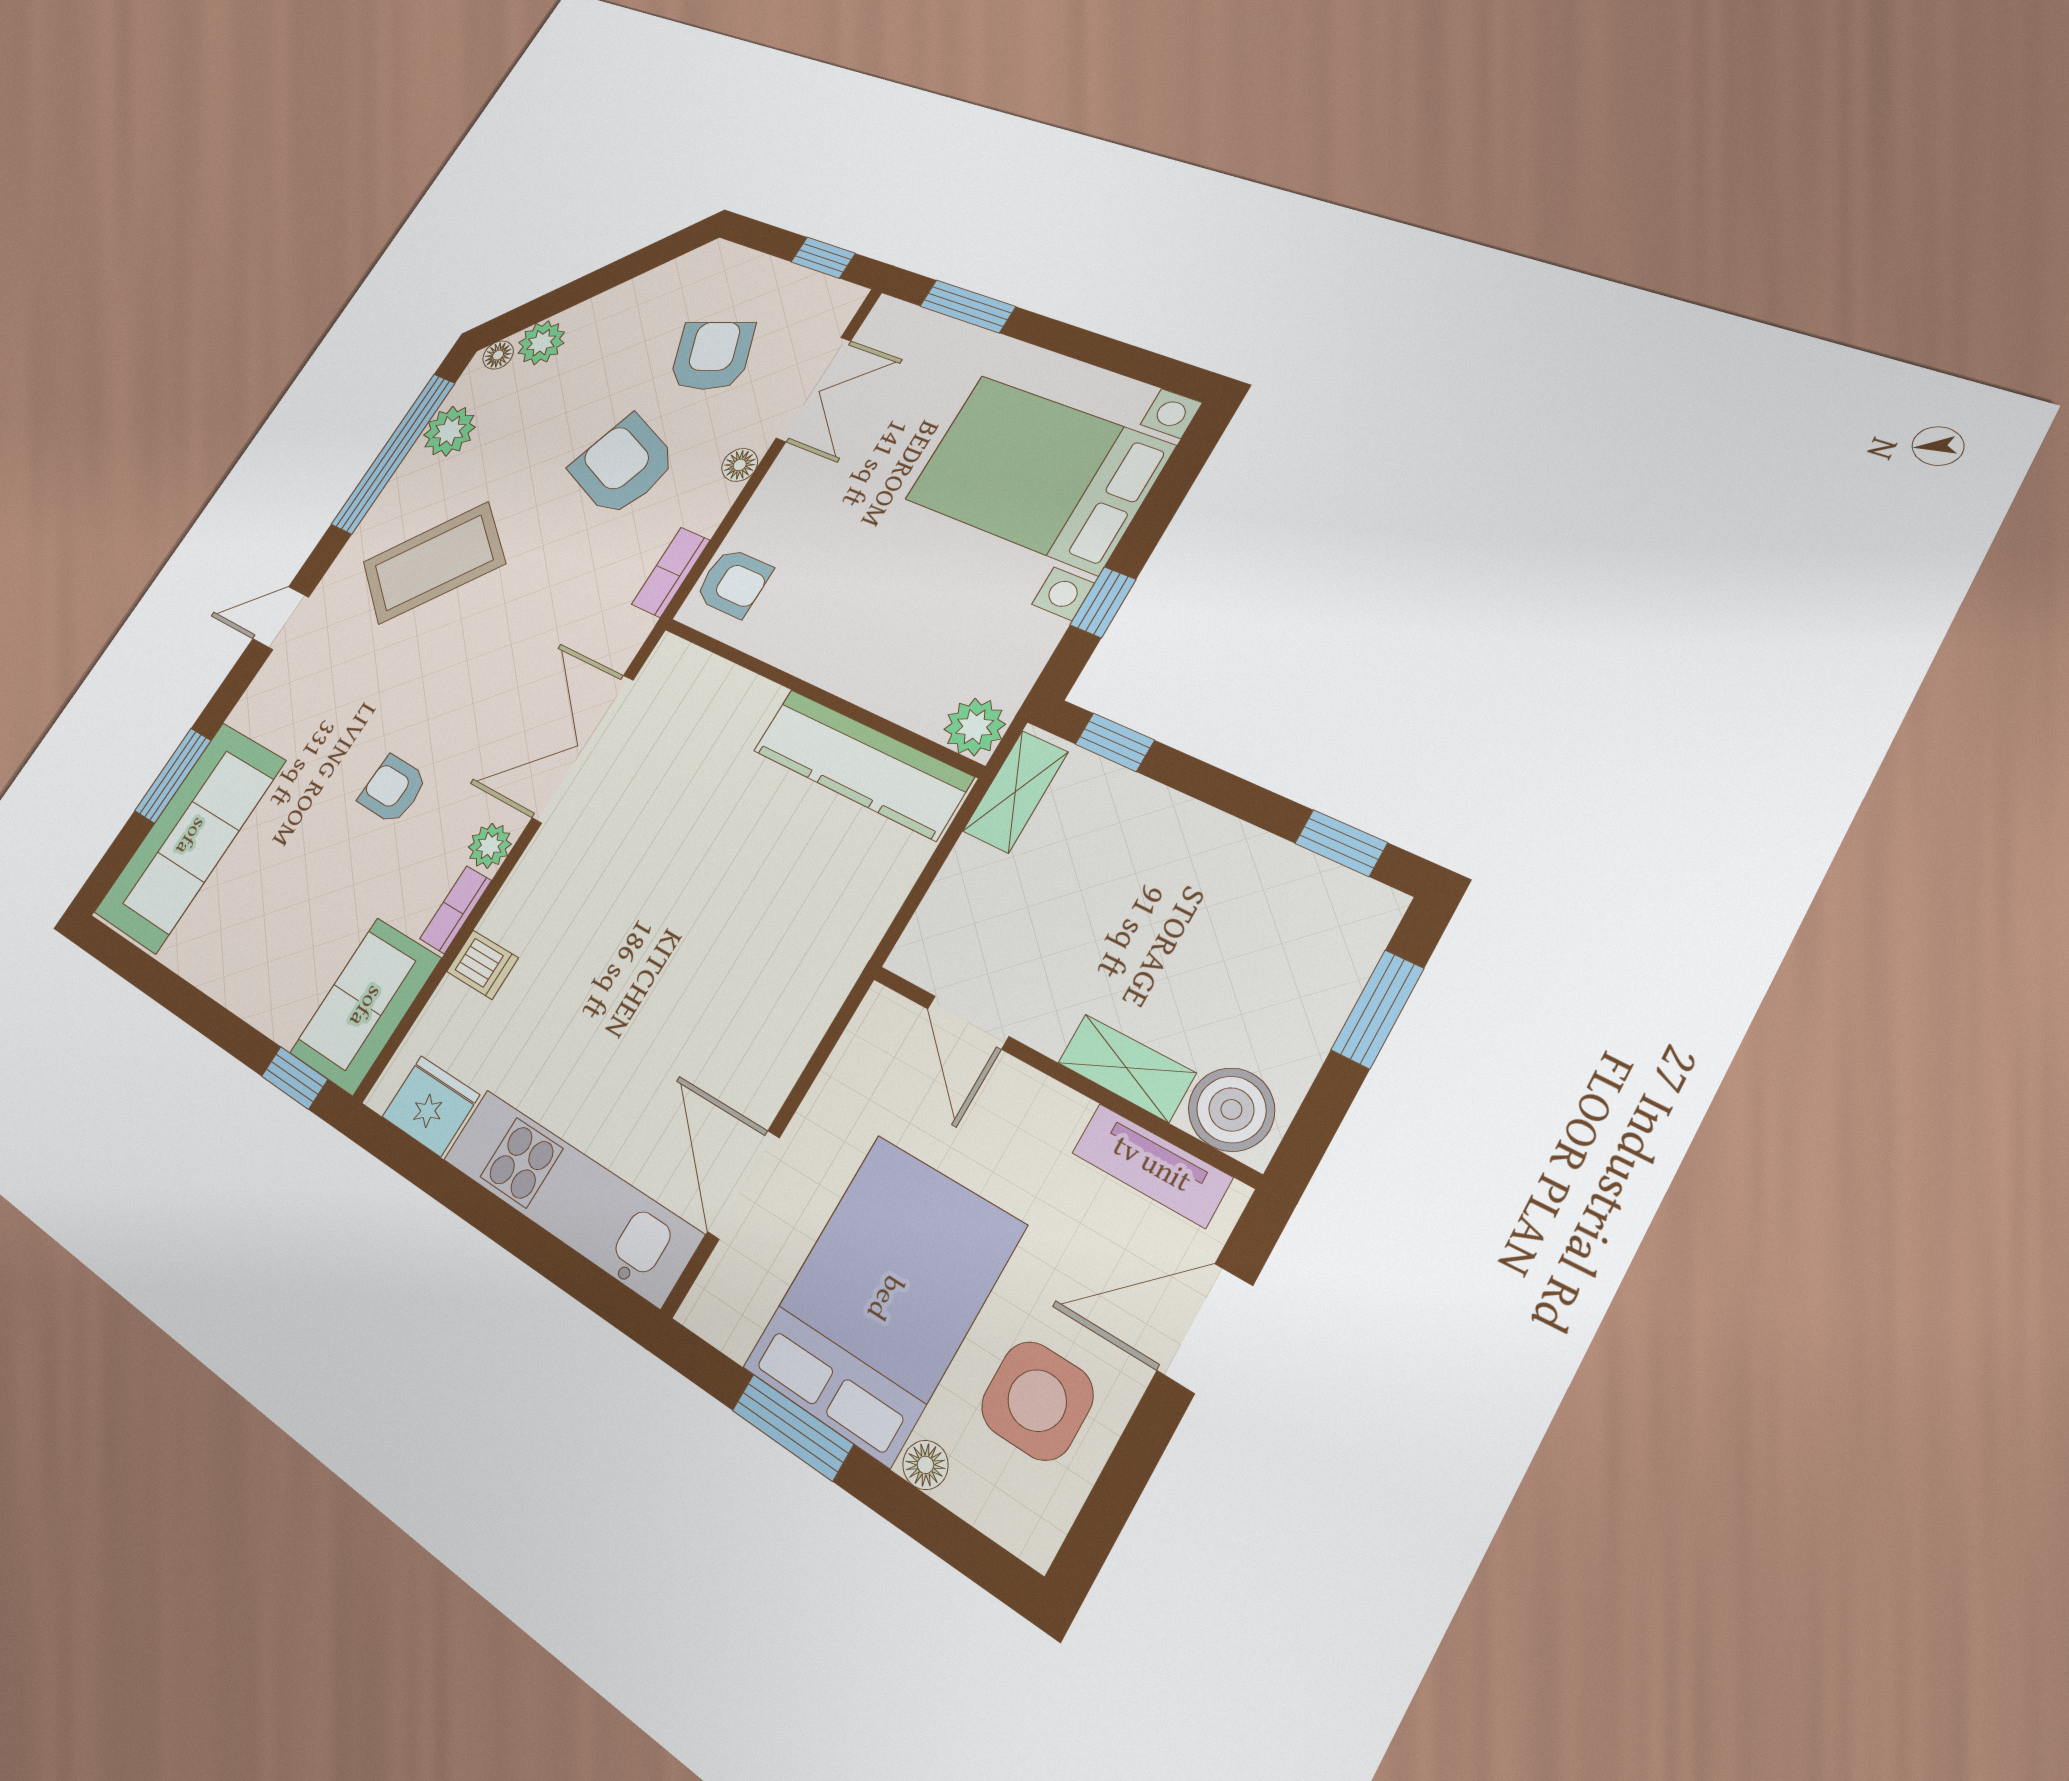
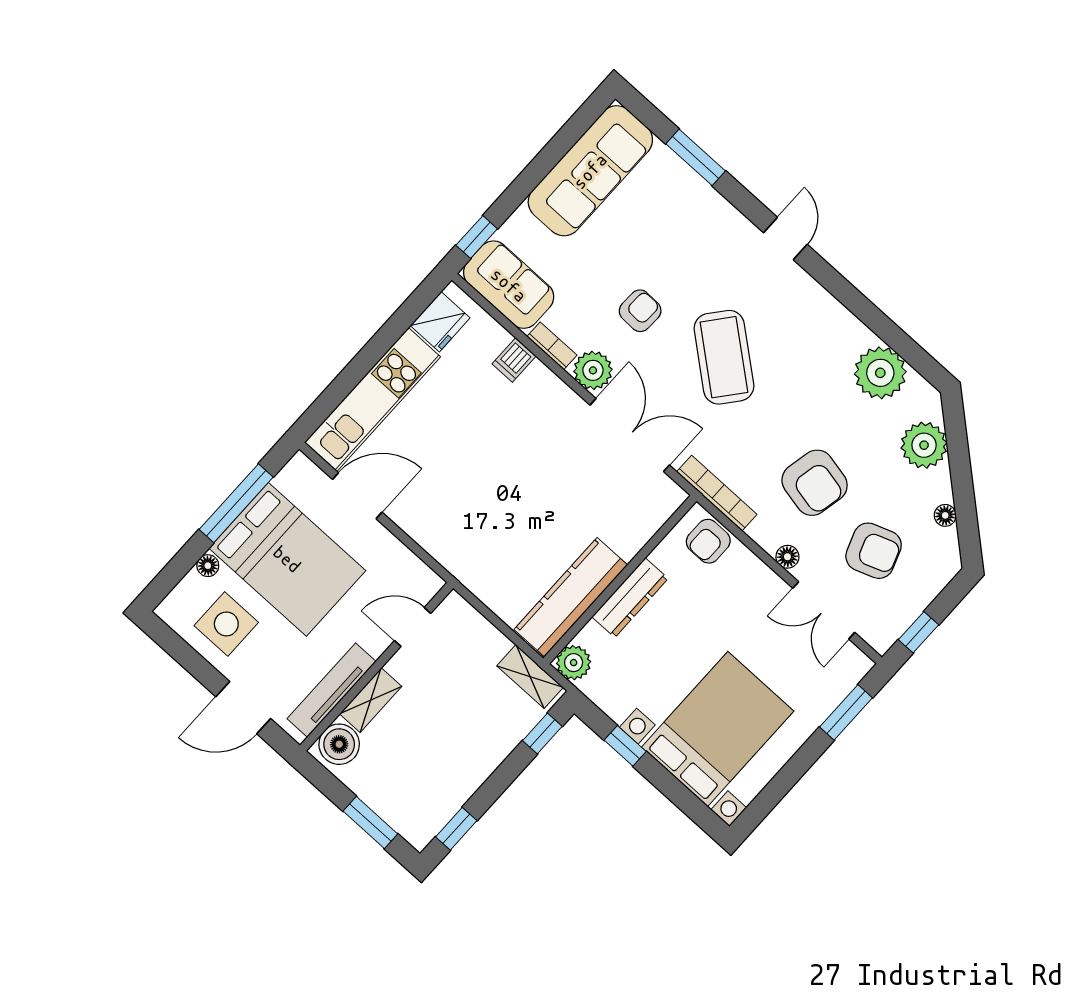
plant: (541, 343) -> (924, 445), width x1.36, depth x1.36
floor lamp: (498, 355) -> (945, 515), moved
plant: (449, 431) -> (880, 373), width x1.36, depth x1.36
window: (393, 453) -> (883, 326), removed
armchair: (623, 466) -> (815, 483), turned 81
coffee table: (434, 563) -> (724, 357), moved
bookcase: (671, 572) -> (717, 493), width x1.56
dresser: (845, 671) -> (630, 598), added
sofa: (190, 836) -> (590, 171), moved, turned -90
plant: (490, 846) -> (593, 370), width x1.38, depth x1.38
tv unit: (1152, 1165) -> (332, 690), width x1.41
door: (1205, 1328) -> (243, 708), swing flipped
window: (792, 1427) -> (236, 503), width x1.44

